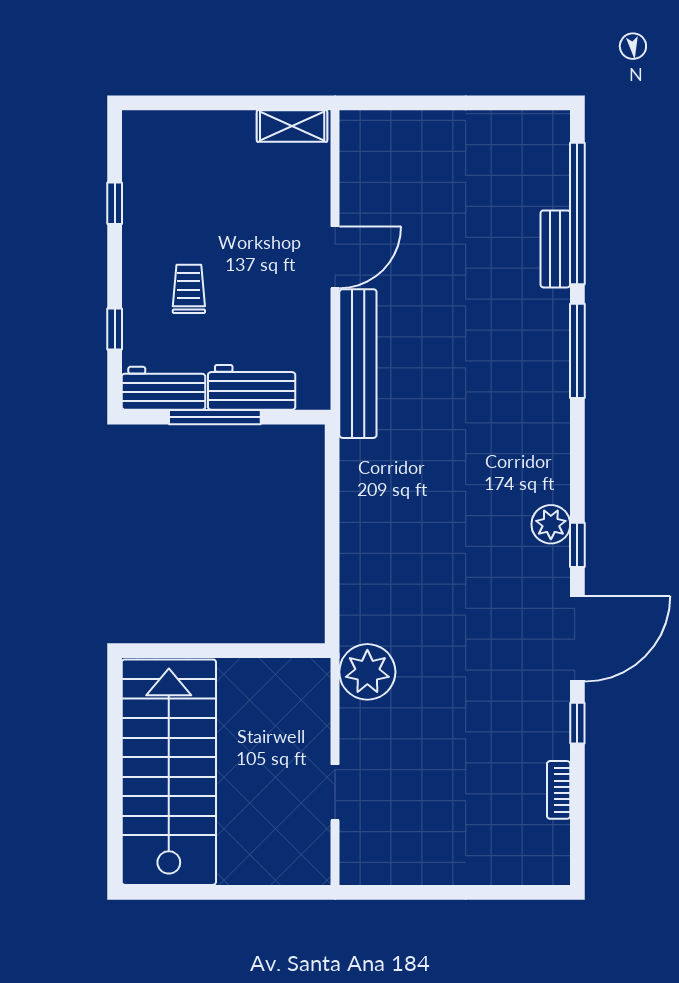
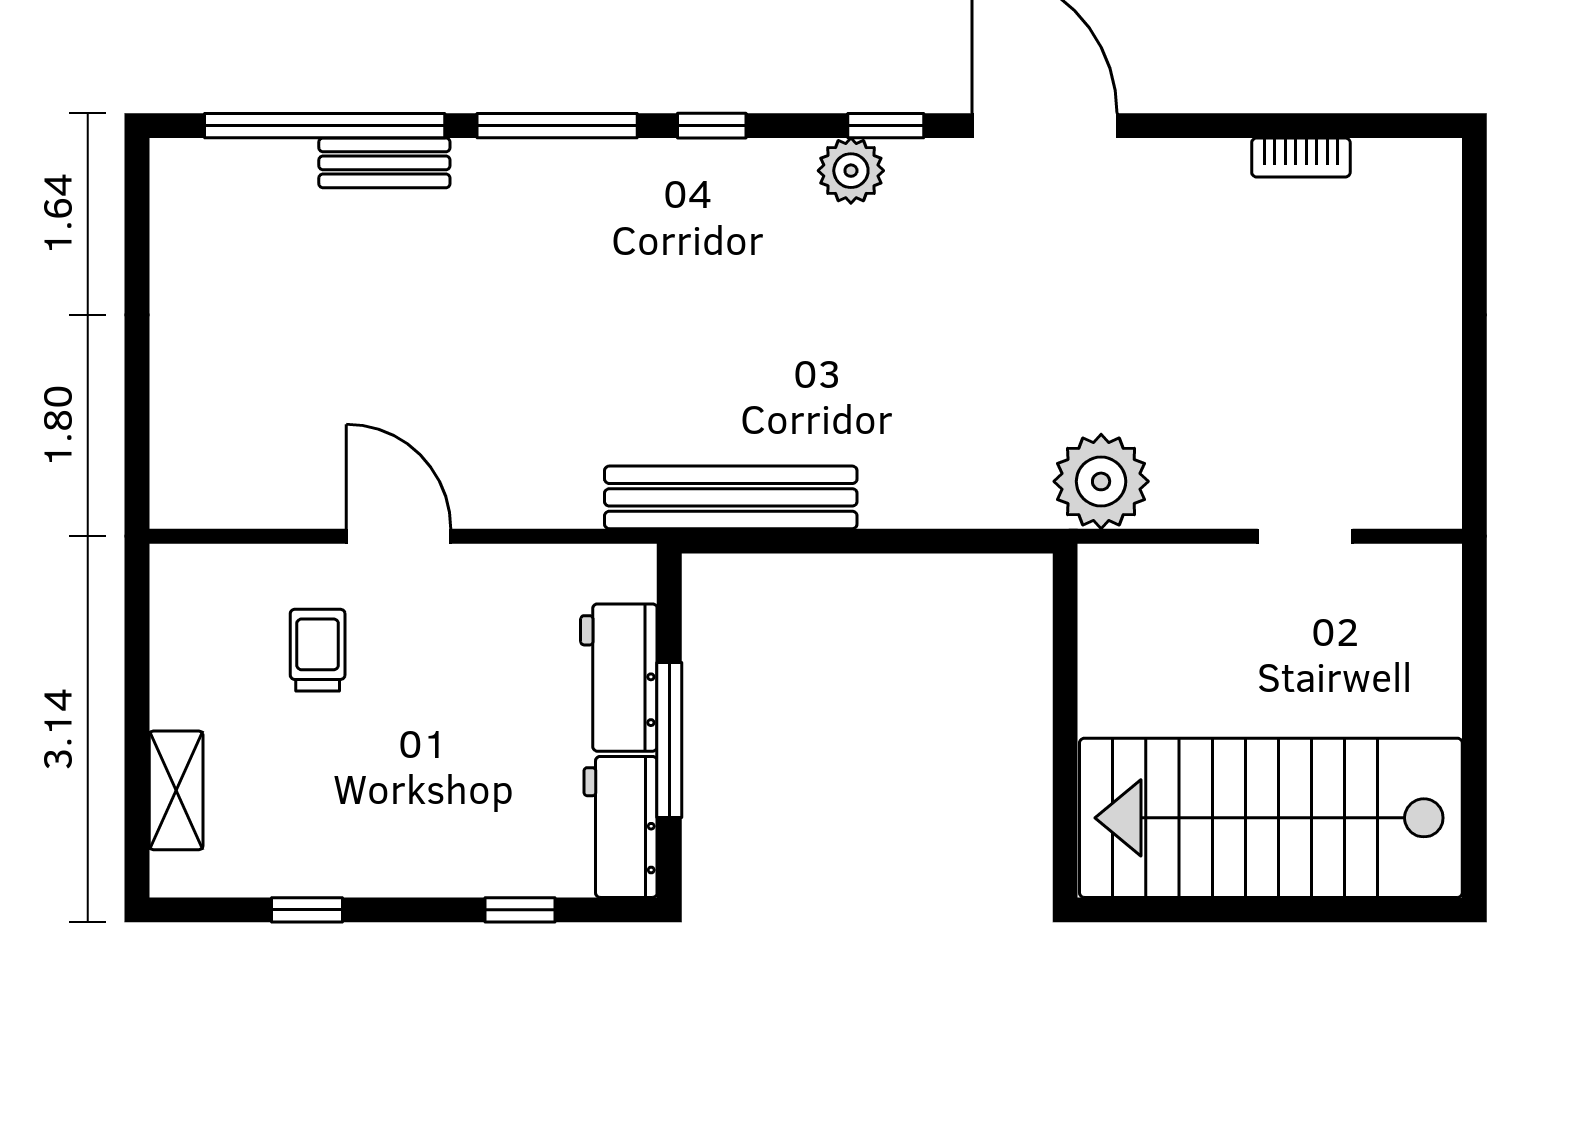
shelving: (292, 126) -> (176, 790), moved
trolley: (189, 289) -> (318, 650), moved, turned 90
bench: (358, 364) -> (731, 497), moved
window: (577, 723) -> (712, 126), moved

